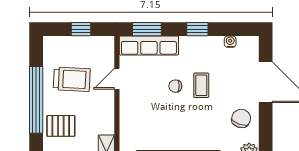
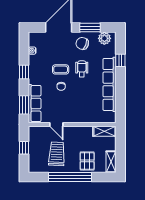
wheelchair: (202, 118) -> (82, 69), added
window: (266, 130) -> (90, 28), added

